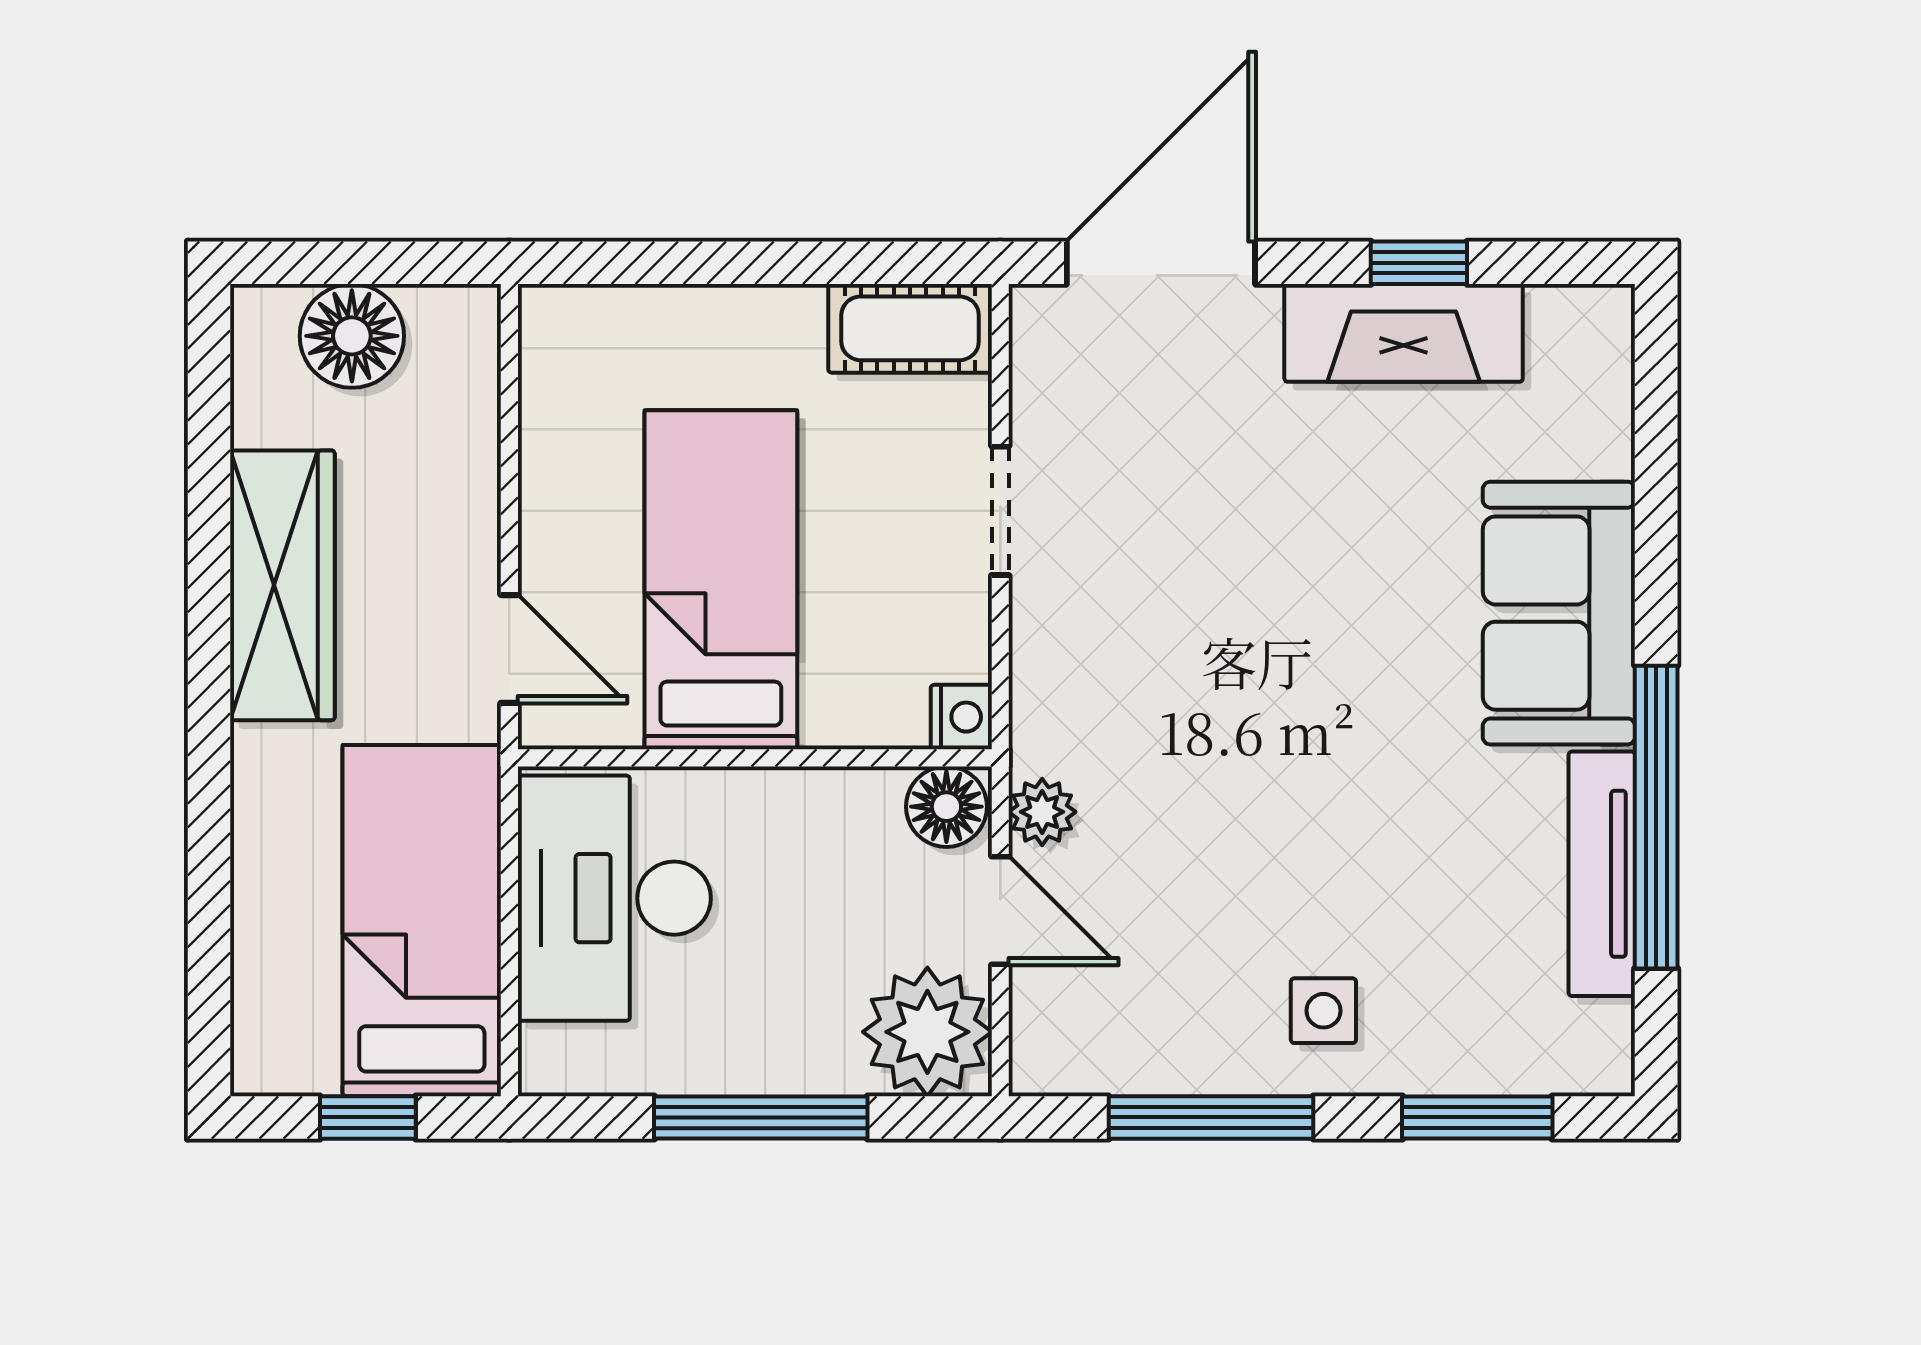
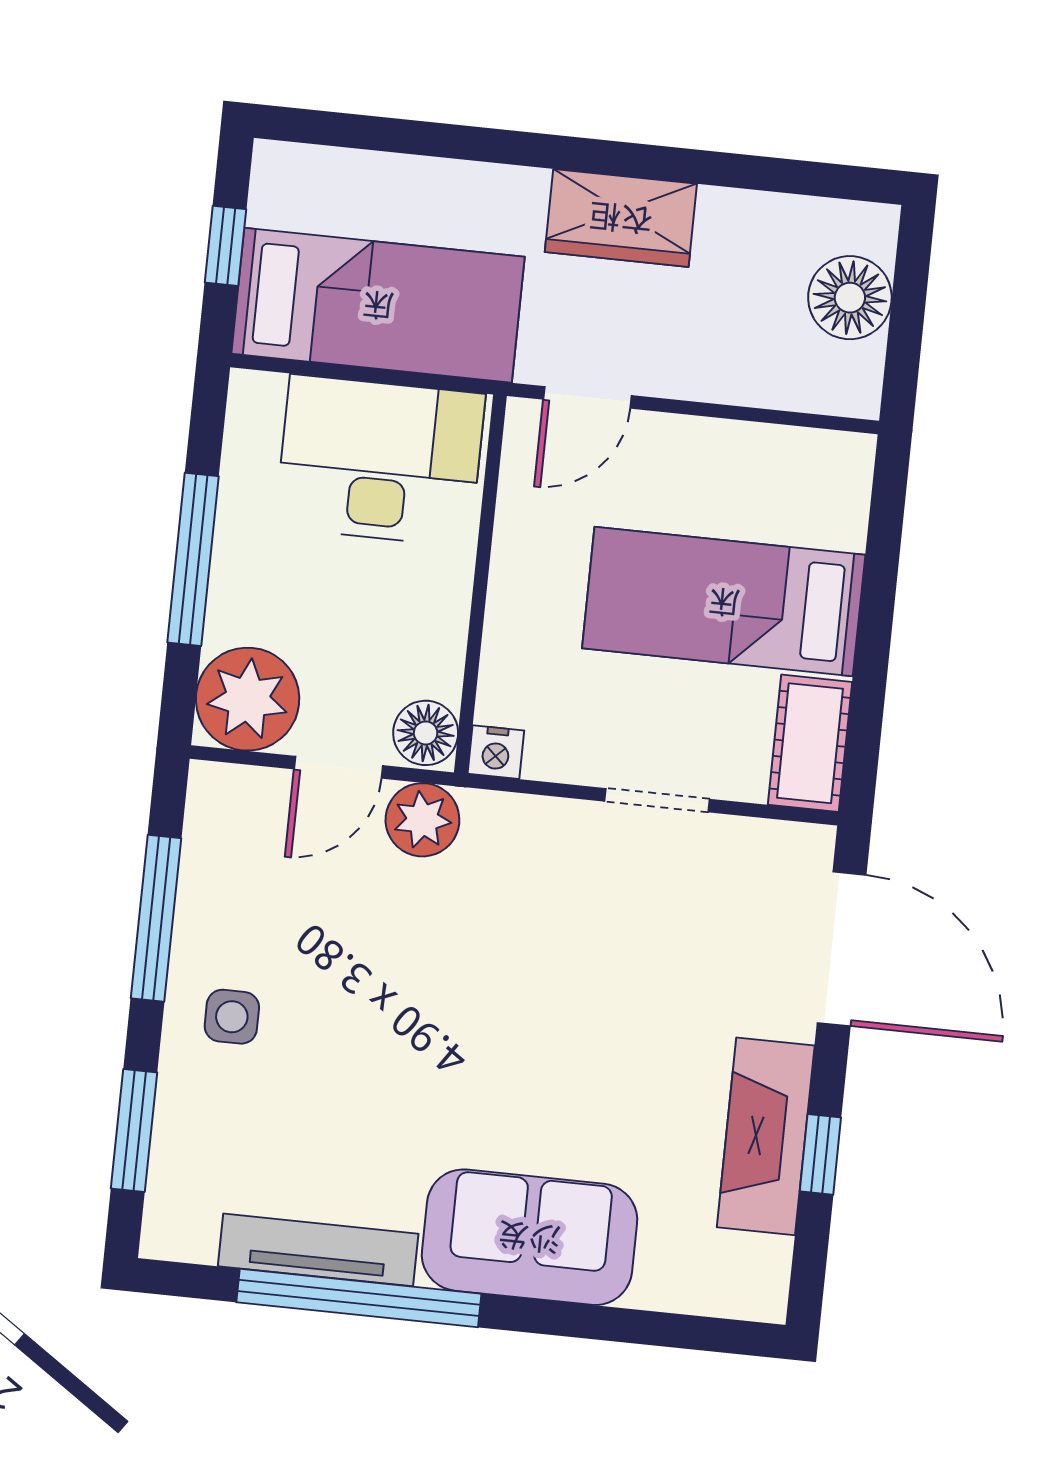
bed: (721, 580) -> (724, 602), moved, turned 180
wardrobe: (282, 585) -> (621, 218), width x0.67
plant: (1042, 812) -> (422, 820), width x1.38, depth x1.38

